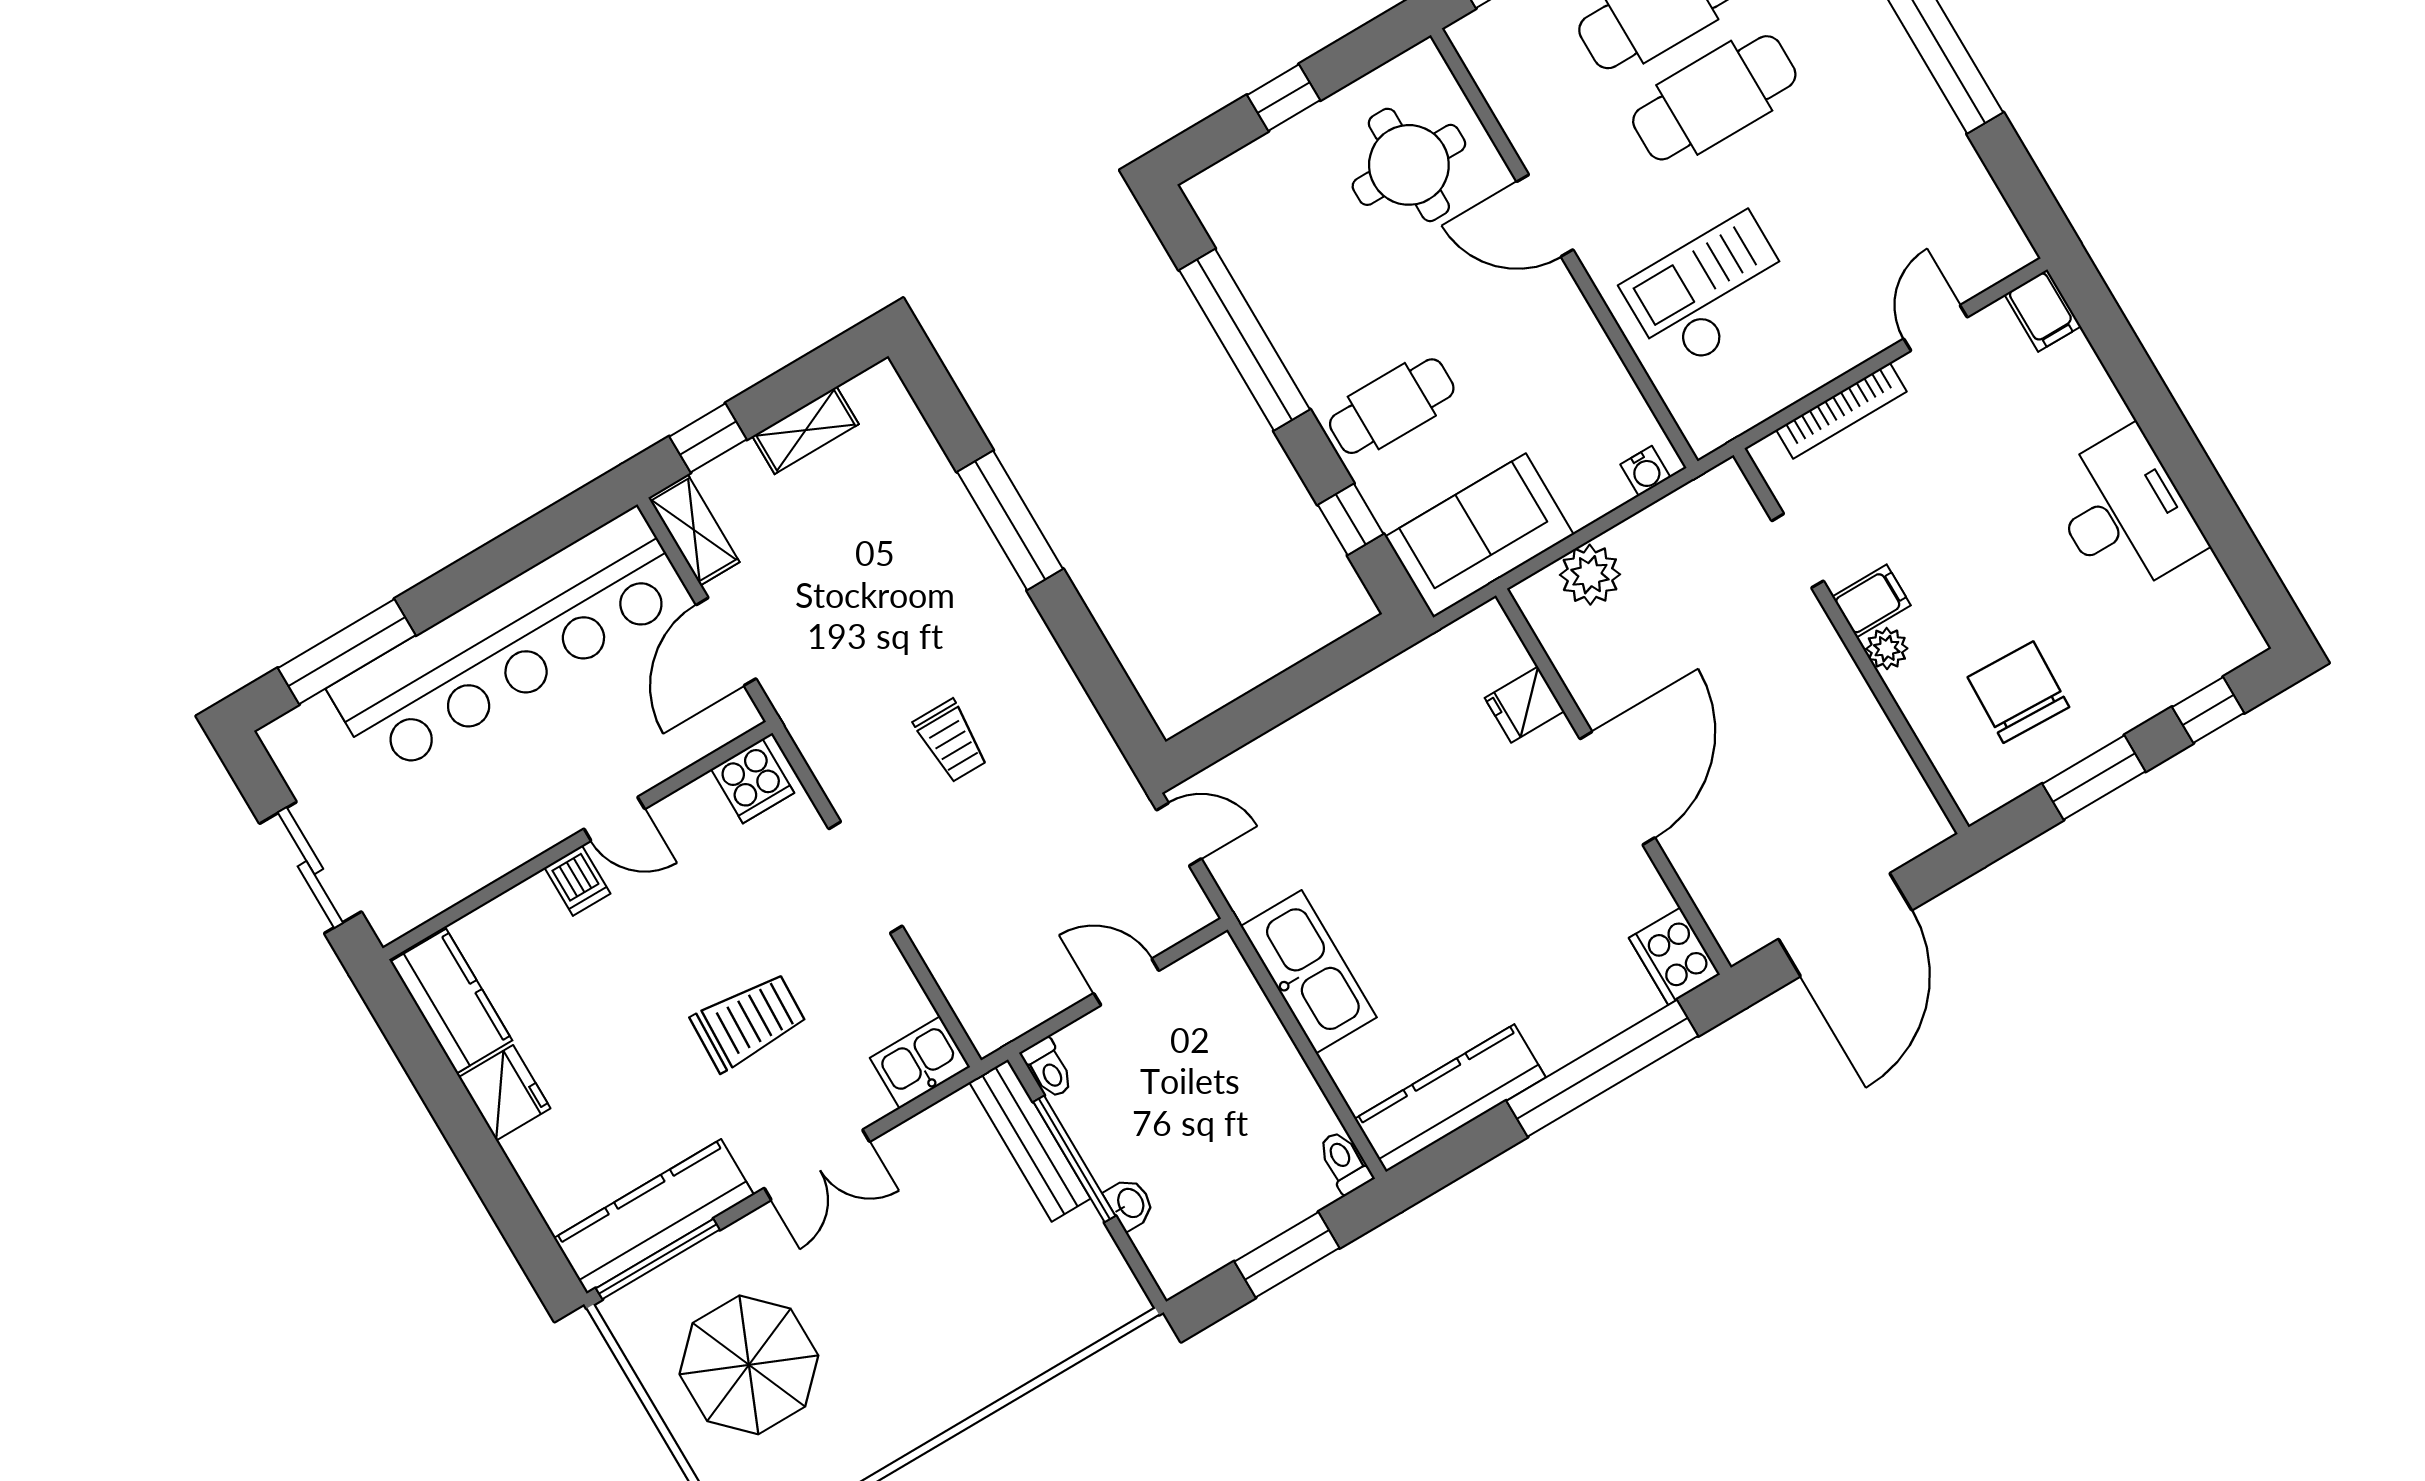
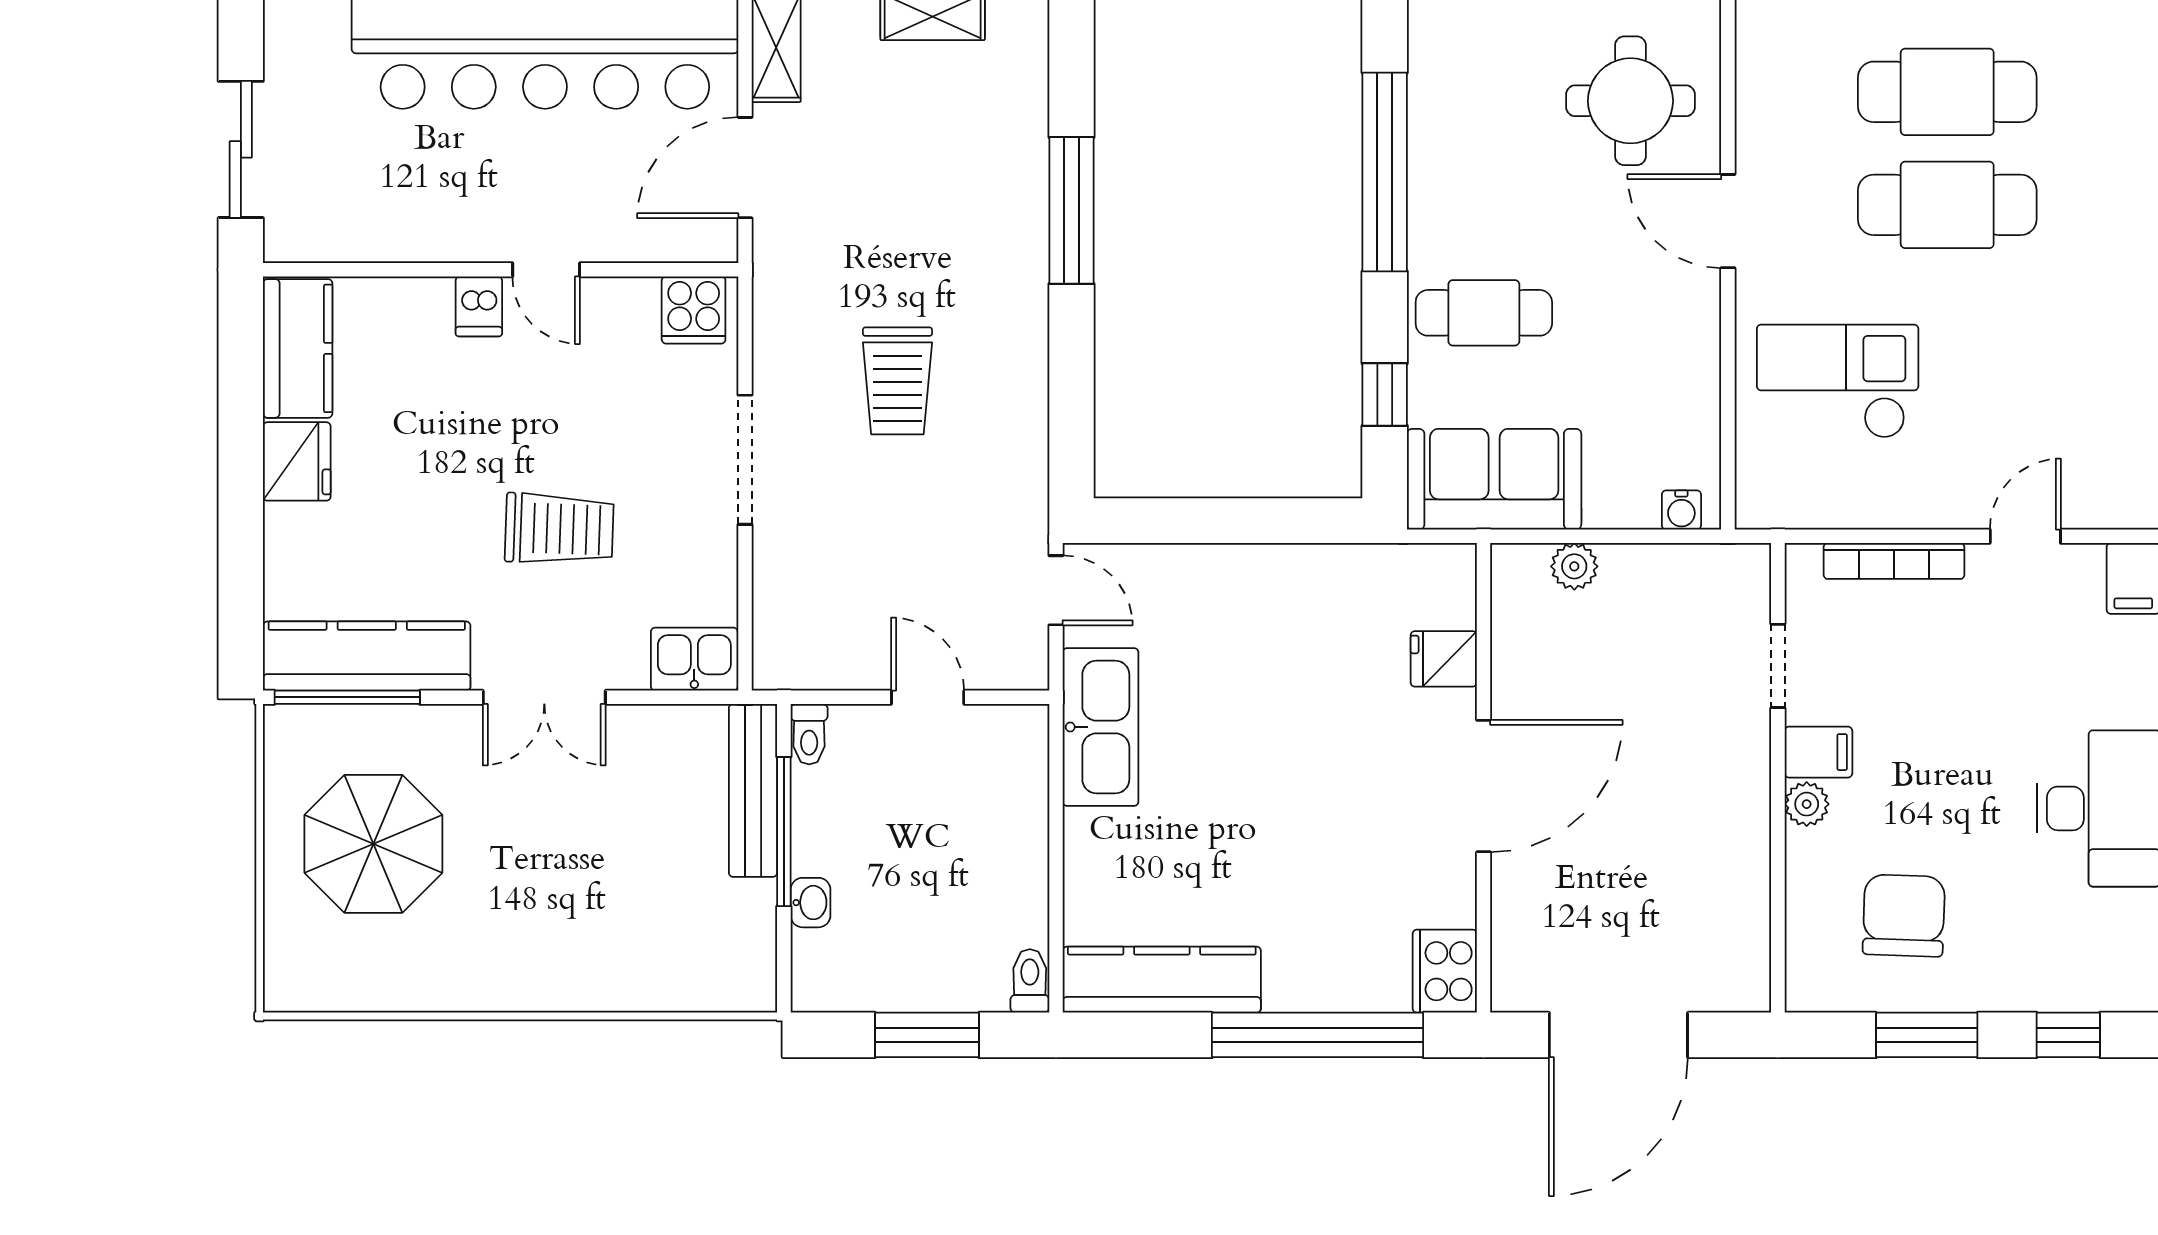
plant: (1590, 575) -> (1574, 566), width x0.73, depth x0.73
trolley: (951, 741) -> (897, 381), width x1.36, depth x1.39
kitchen sink: (1309, 972) -> (1101, 727), moved

